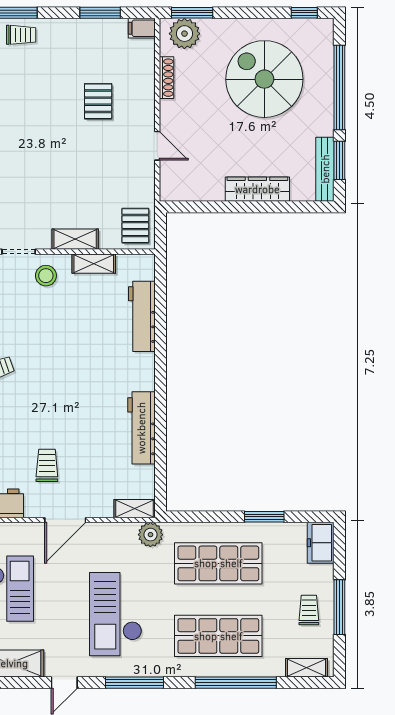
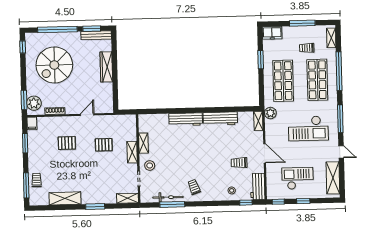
pallet: (135, 226) -> (104, 145), moved
workbench: (142, 316) -> (186, 119), moved
trolley: (309, 610) -> (307, 48), moved

